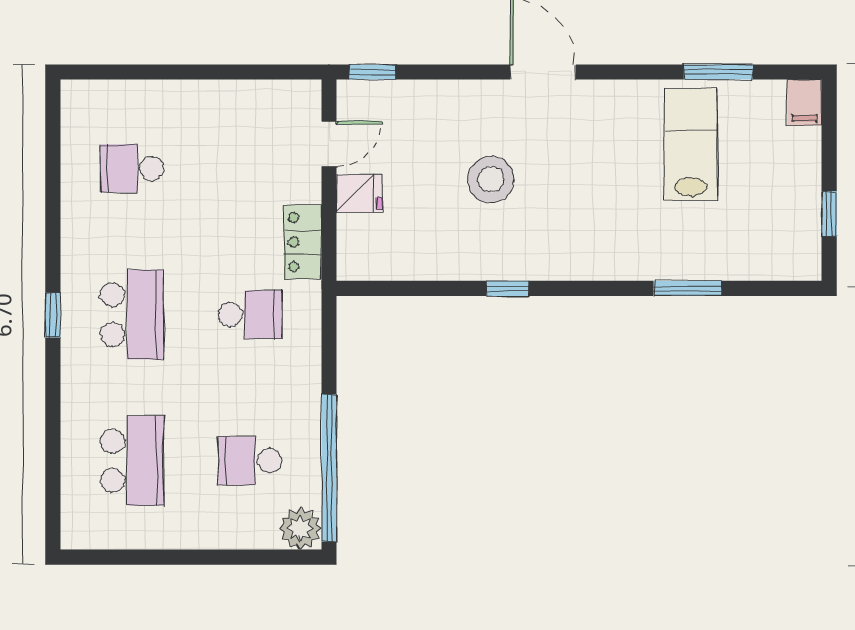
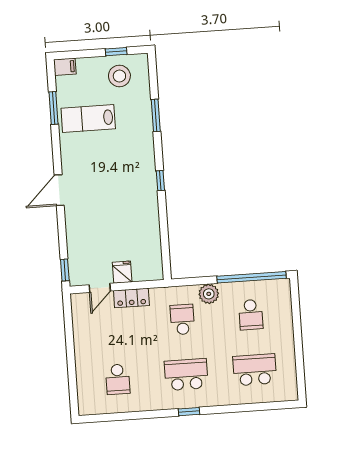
door: (329, 144) -> (100, 288), swing flipped
stool: (491, 179) -> (119, 76), moved
locker: (303, 242) -> (131, 298), moved
window: (507, 288) -> (160, 181), moved
plant: (300, 528) -> (209, 294), moved

